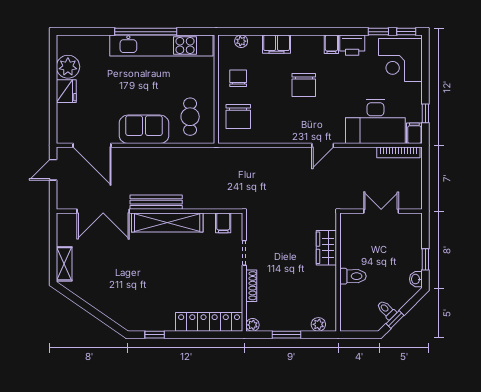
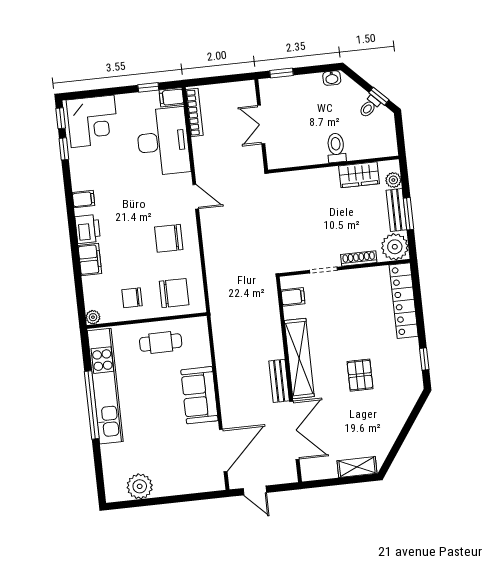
plant: (241, 41) -> (93, 317), moved
printer: (352, 45) -> (88, 229), moved
chair: (304, 85) -> (169, 238), moved, turned 180
fridge: (66, 91) -> (167, 485), removed
cafe table: (190, 117) -> (161, 342), moved
bench: (156, 202) -> (279, 381), width x0.73
wardrobe: (326, 248) -> (359, 175), moved
window: (425, 259) -> (281, 73), moved
pallet: (146, 275) -> (360, 375), added
bench: (291, 324) -> (396, 210), added
plant: (253, 325) -> (395, 247), width x1.88, depth x1.88

